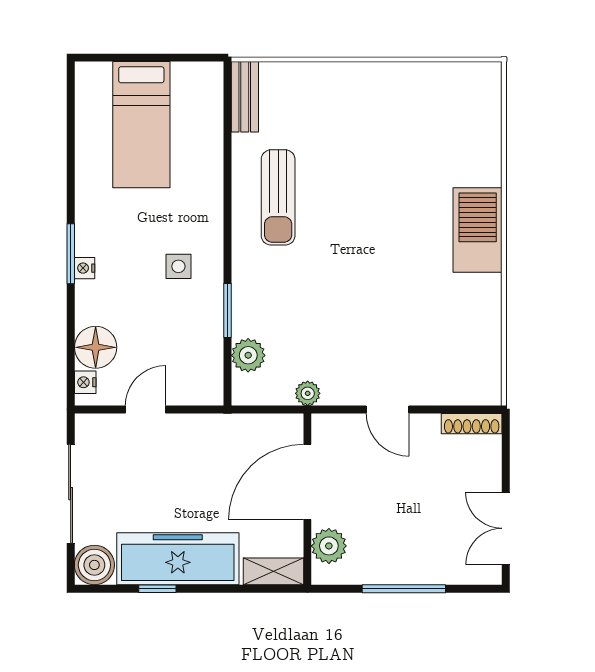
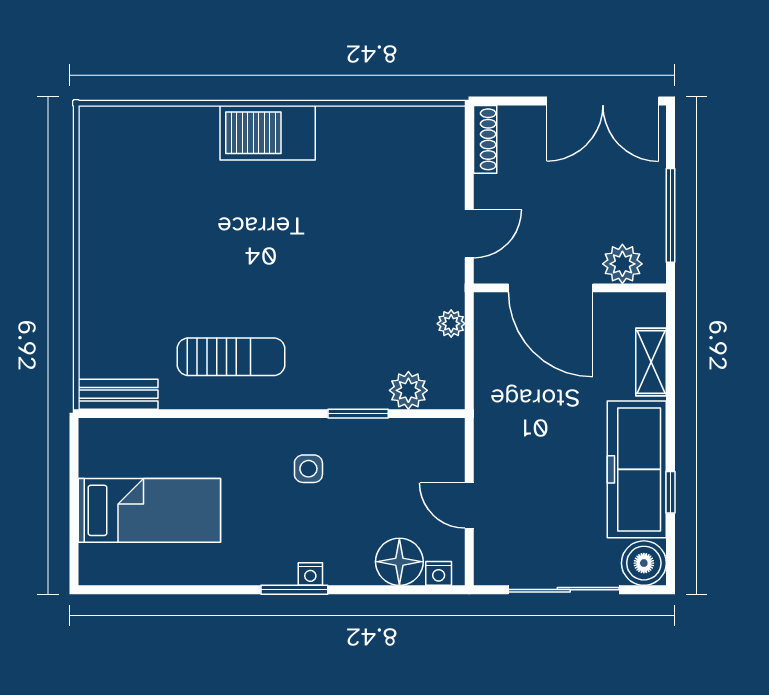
door: (307, 482) -> (551, 288), moved
wall: (307, 499) -> (570, 288), moved
double door: (506, 528) -> (603, 101), width x1.37
plant: (329, 546) -> (622, 264), moved

